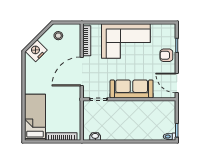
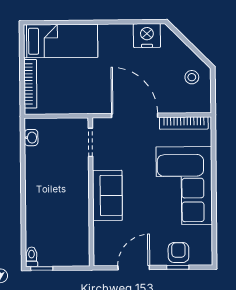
nightstand: (36, 51) -> (147, 36), moved, turned -45
armchair: (166, 55) -> (178, 252), moved
door: (177, 83) -> (134, 268), moved
sofa: (132, 89) -> (107, 195), width x0.73

